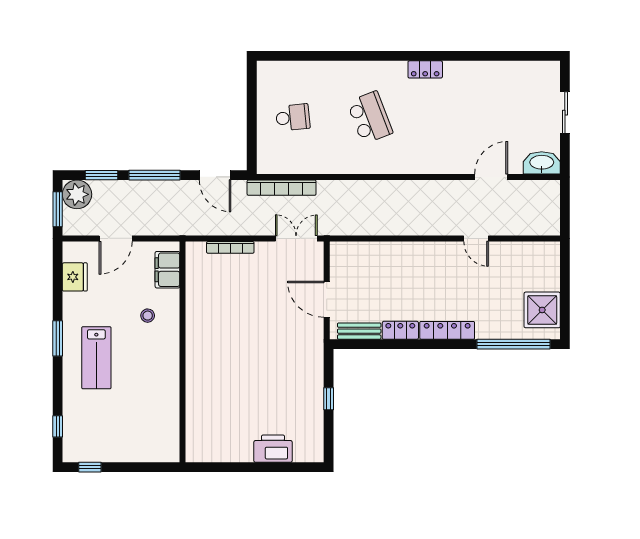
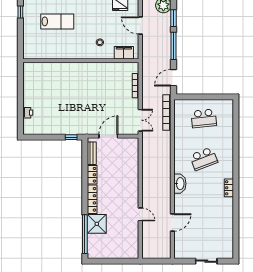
school desk: (293, 117) -> (204, 118), width x1.85
washbasin: (542, 163) -> (180, 184), moved
door: (491, 177) -> (172, 222), hinge flipped
door: (476, 238) -> (140, 214), swing flipped
shower: (542, 310) -> (97, 224), moved
lab bench: (96, 358) -> (57, 21), moved, turned 180
window: (329, 399) -> (71, 137), moved
printer: (273, 449) -> (28, 113), width x0.53, depth x0.68

